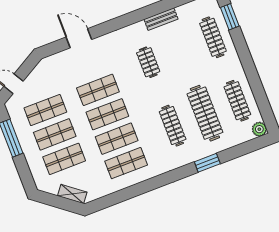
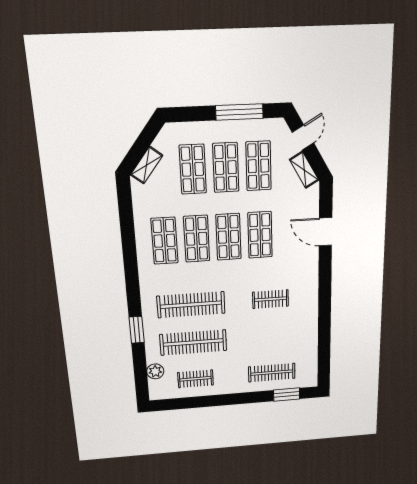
bench: (161, 19) -> (311, 326), removed
door: (79, 38) -> (325, 232), swing flipped
shelving: (37, 74) -> (304, 170), added
clothes rail: (237, 101) -> (195, 379), width x0.73
clothes rail: (173, 126) -> (191, 305), width x1.37, depth x1.31
plant: (259, 129) -> (155, 371), moved

